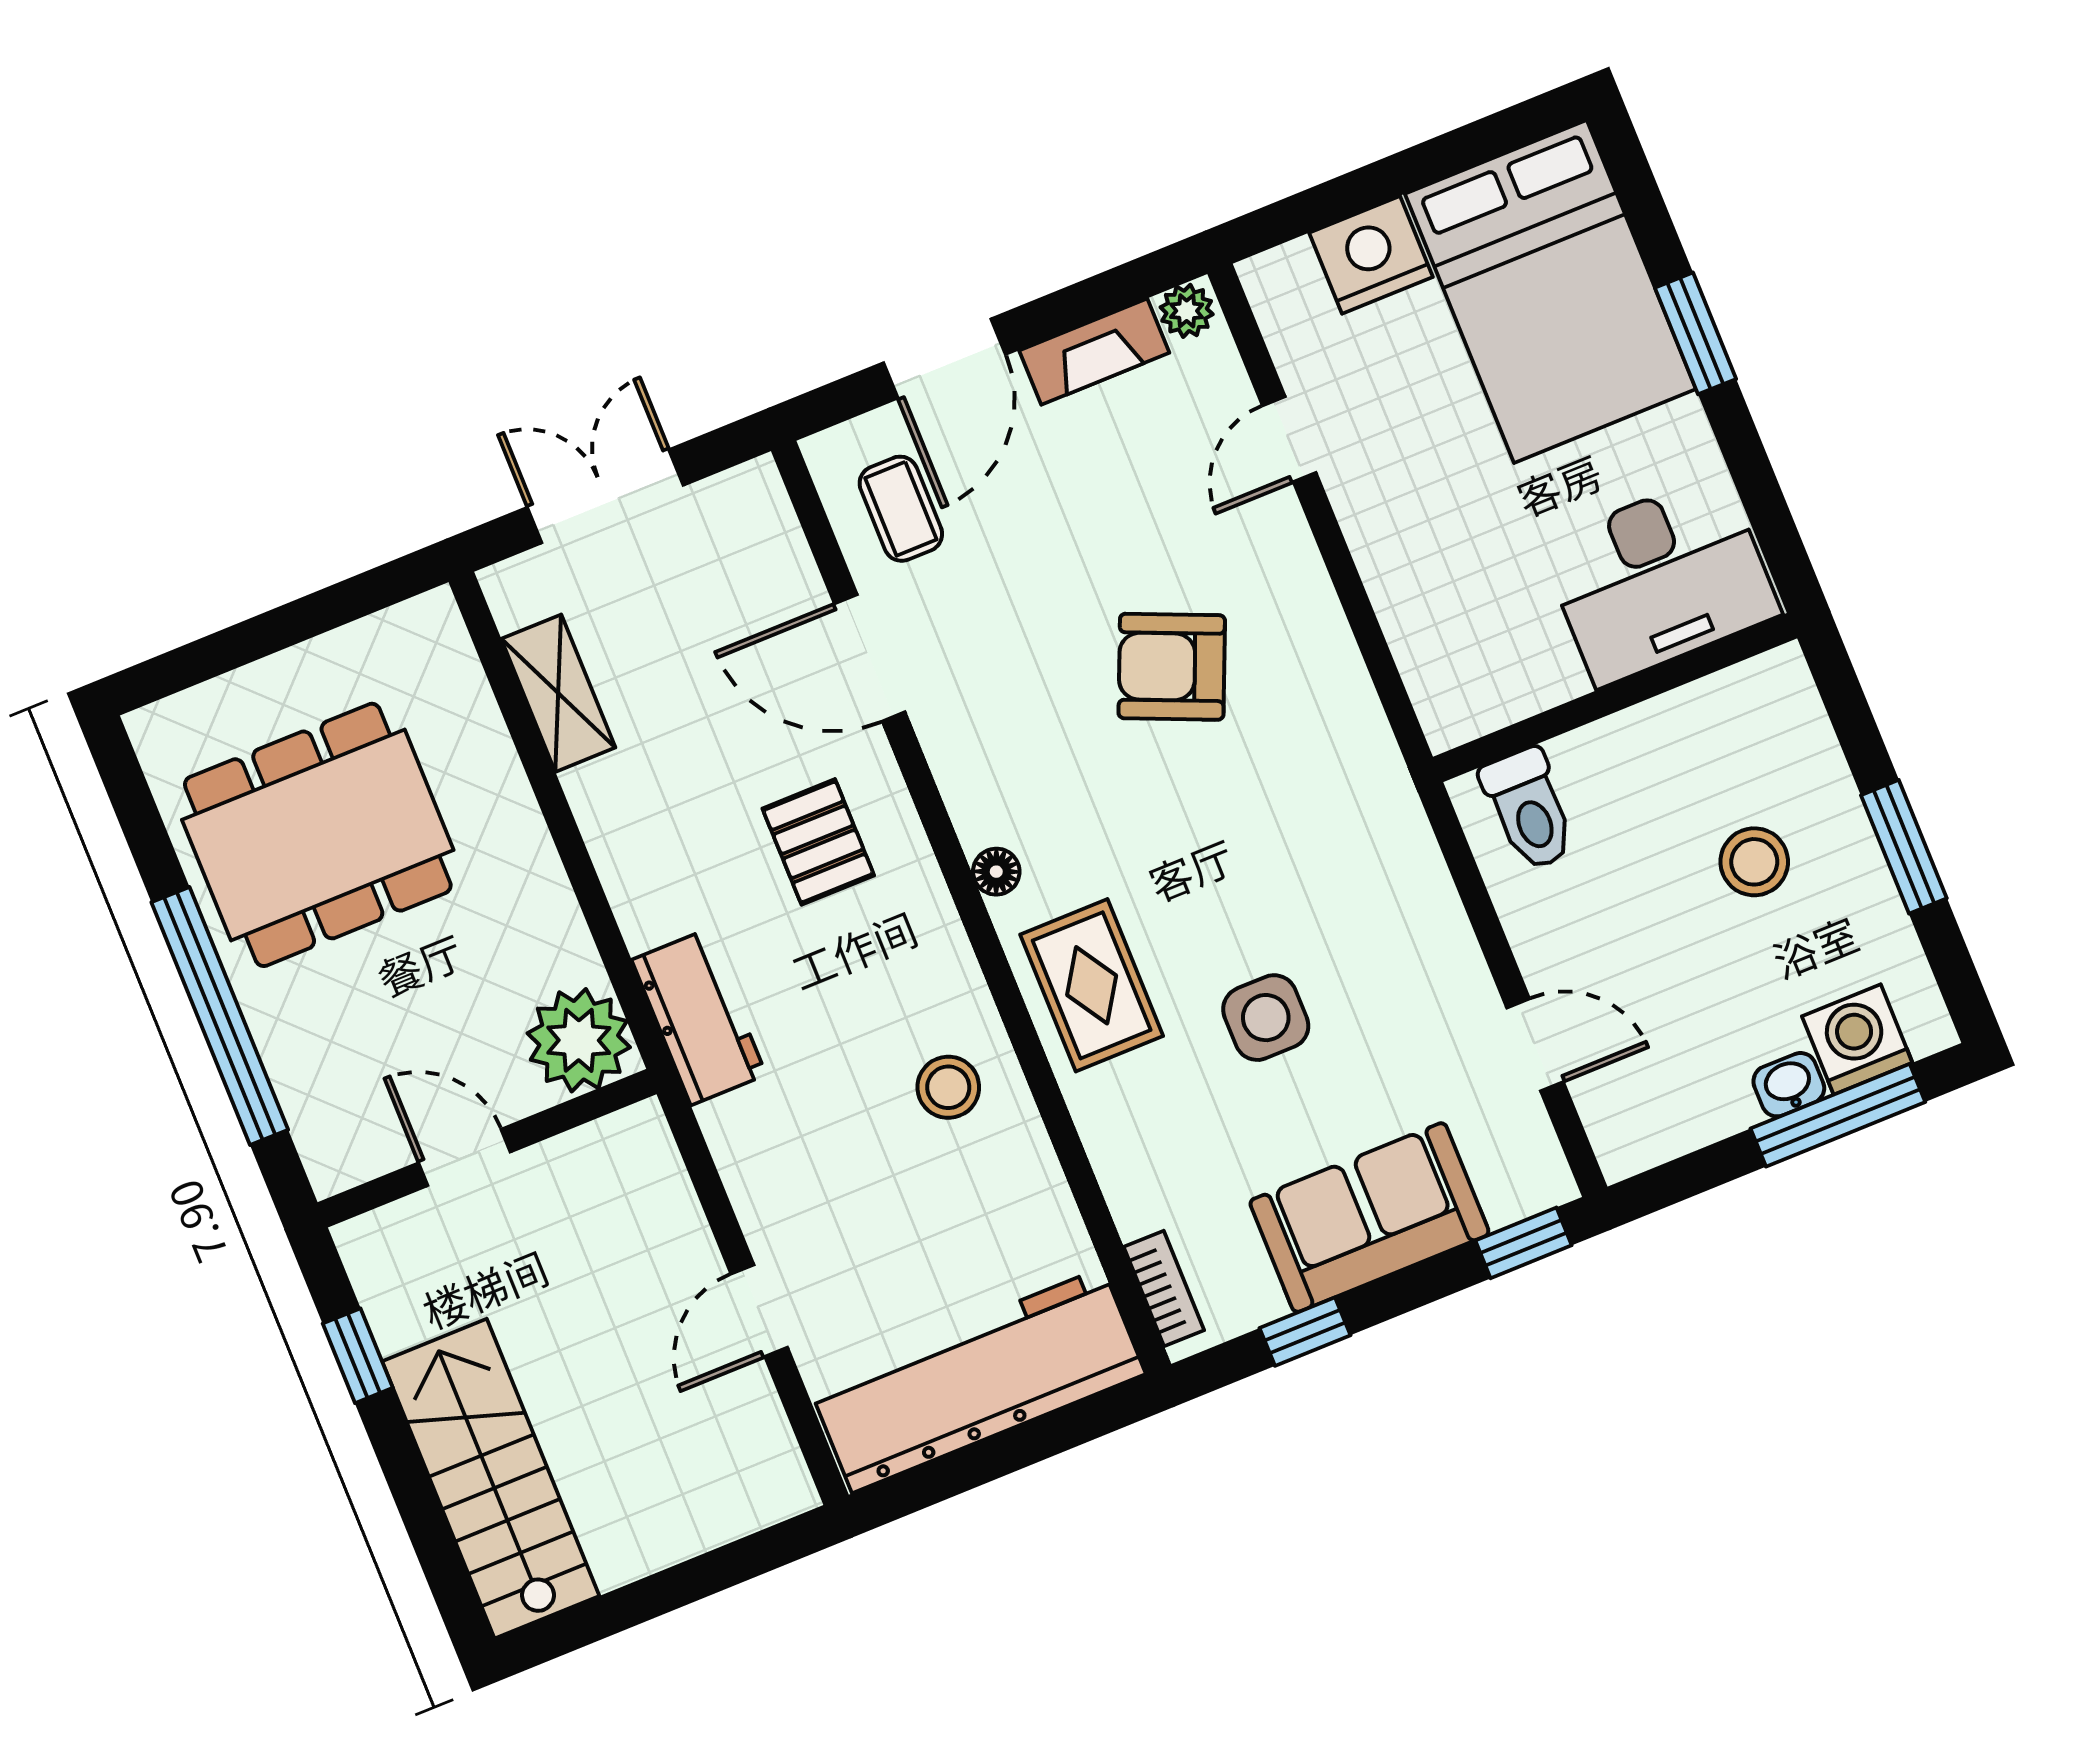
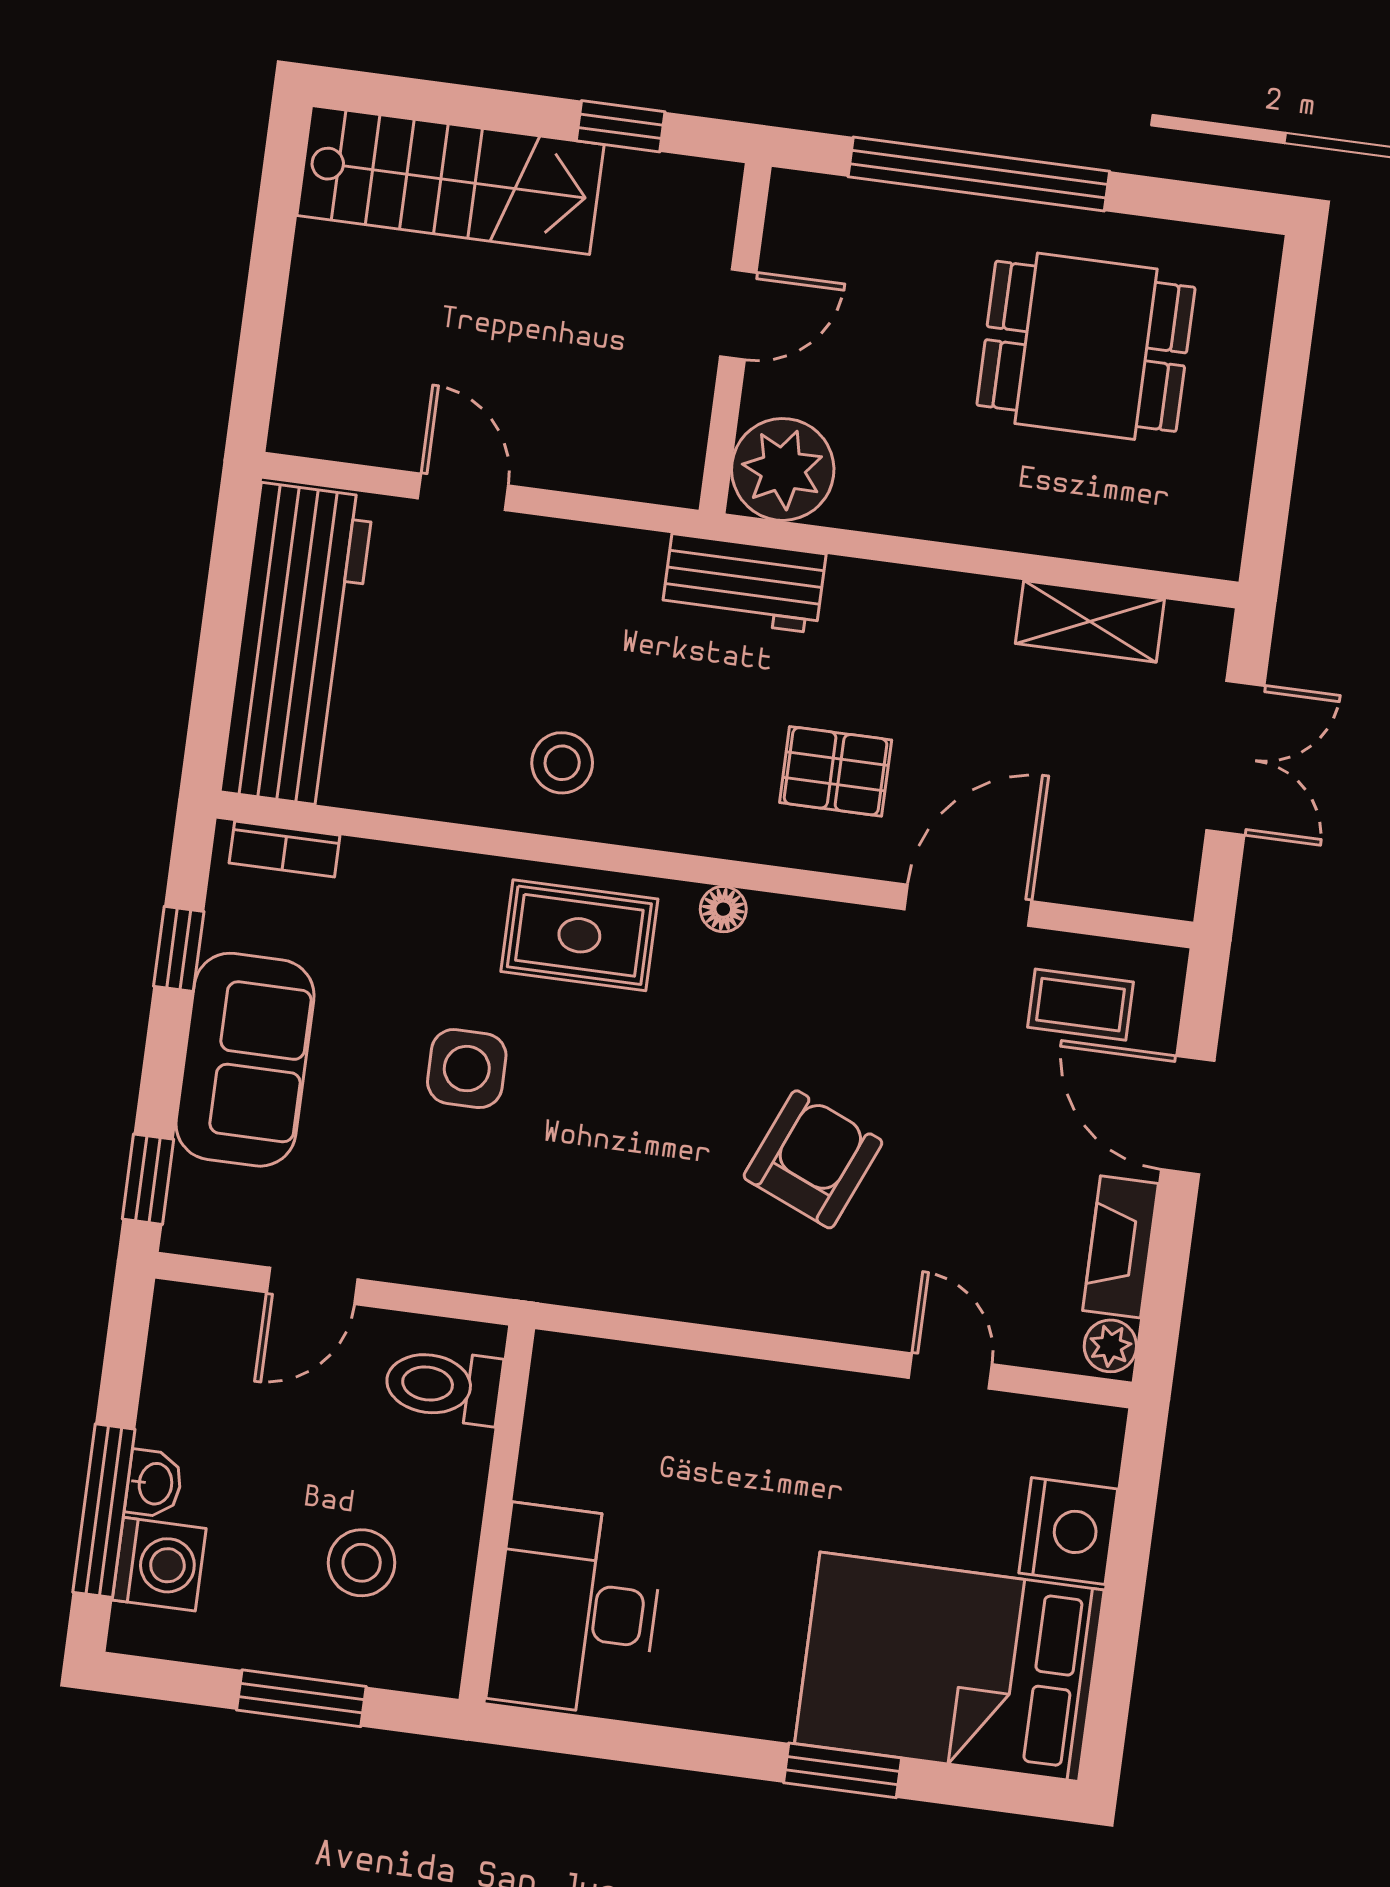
desk: (1660, 579) -> (576, 1610), moved
wall: (1615, 698) -> (497, 1514), moved
toilet: (1529, 809) -> (443, 1386), moved
dining table: (318, 835) -> (1086, 346), width x0.73

